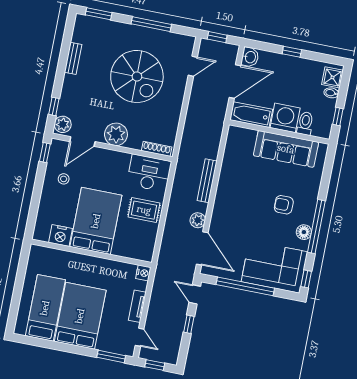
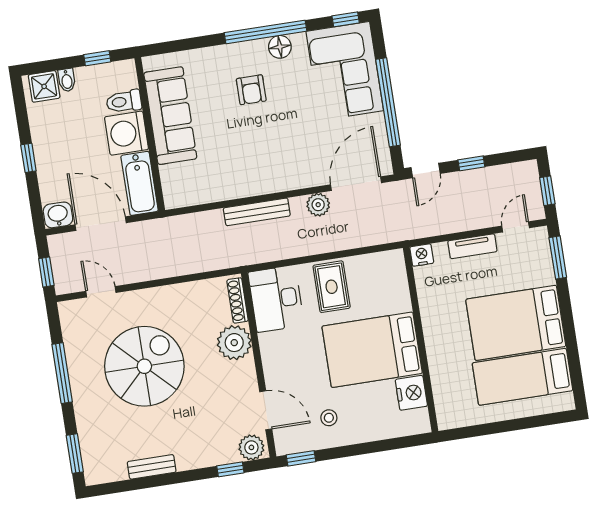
plant: (116, 134) -> (234, 343), moved

